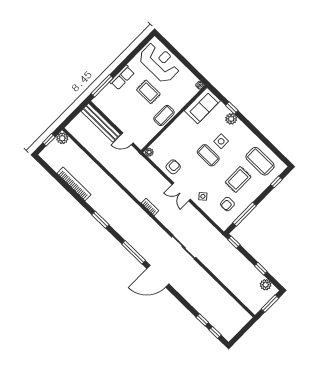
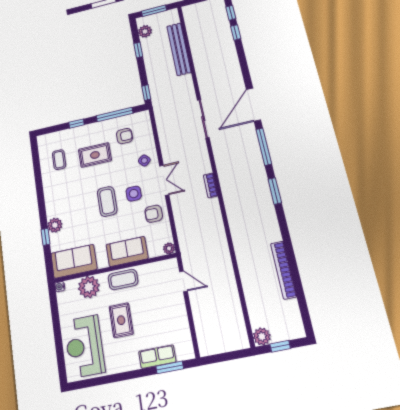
row of seats: (122, 77) -> (157, 357), moved
window: (102, 86) -> (170, 367), width x0.69
plant: (182, 97) -> (89, 287), added
bench: (101, 123) -> (179, 49), moved
sofa: (173, 133) -> (127, 251), added
side table: (221, 141) -> (134, 194), moved
coffee table: (260, 161) -> (59, 160), width x0.54, depth x0.58
window: (276, 182) -> (77, 124), moved
window: (100, 220) -> (275, 191), moved
door: (158, 276) -> (253, 105), swing flipped

